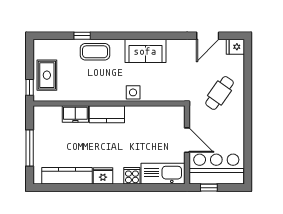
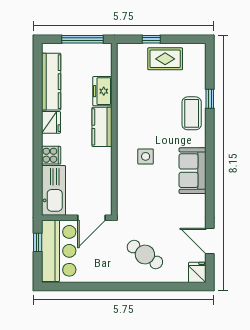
wall: (109, 103) -> (114, 129), moved
freezer: (75, 114) -> (102, 91), moved
kitchen counter: (107, 114) -> (102, 127), moved

